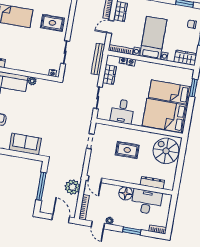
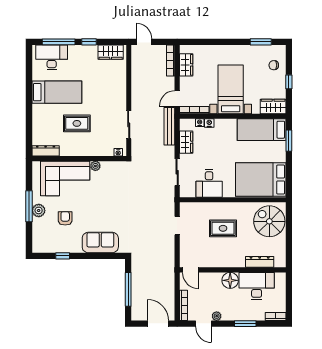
rug: (52, 23) -> (77, 123), moved
door: (110, 27) -> (177, 98), moved
bed: (170, 92) -> (262, 130), moved
plant: (72, 187) -> (166, 284), removed

